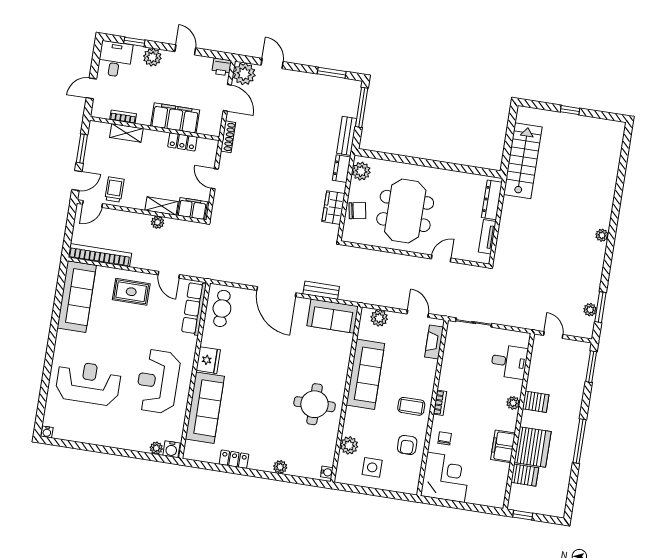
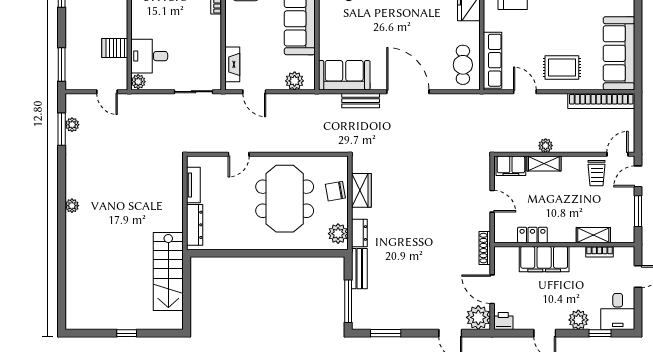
server rack: (536, 402) -> (115, 48), moved
plant: (513, 403) -> (138, 82), moved

